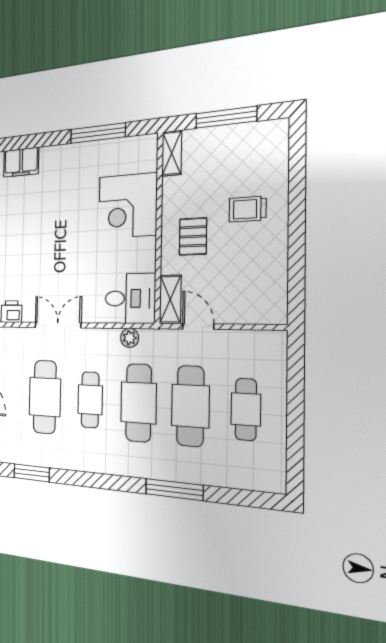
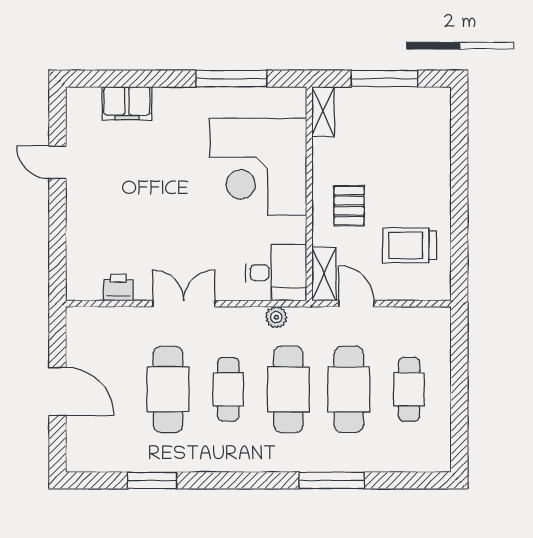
corner desk: (128, 206) -> (258, 167), width x1.36, depth x1.36
trolley: (248, 209) -> (410, 245), moved, width x1.36, depth x1.39

